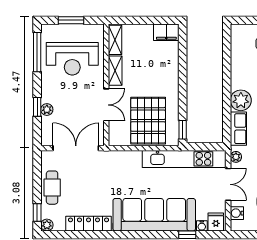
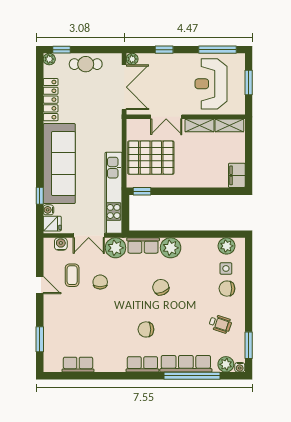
plant: (239, 43) -> (227, 246), added
plant: (47, 110) -> (132, 59), moved
plant: (236, 157) -> (115, 248), width x1.87, depth x1.87

